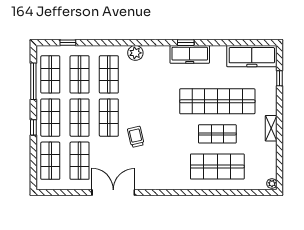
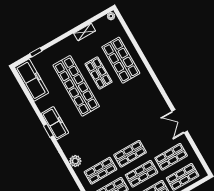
shelving: (271, 128) -> (85, 32), moved
trolley: (136, 137) -> (133, 128), removed
double door: (113, 193) -> (180, 121), width x0.73

